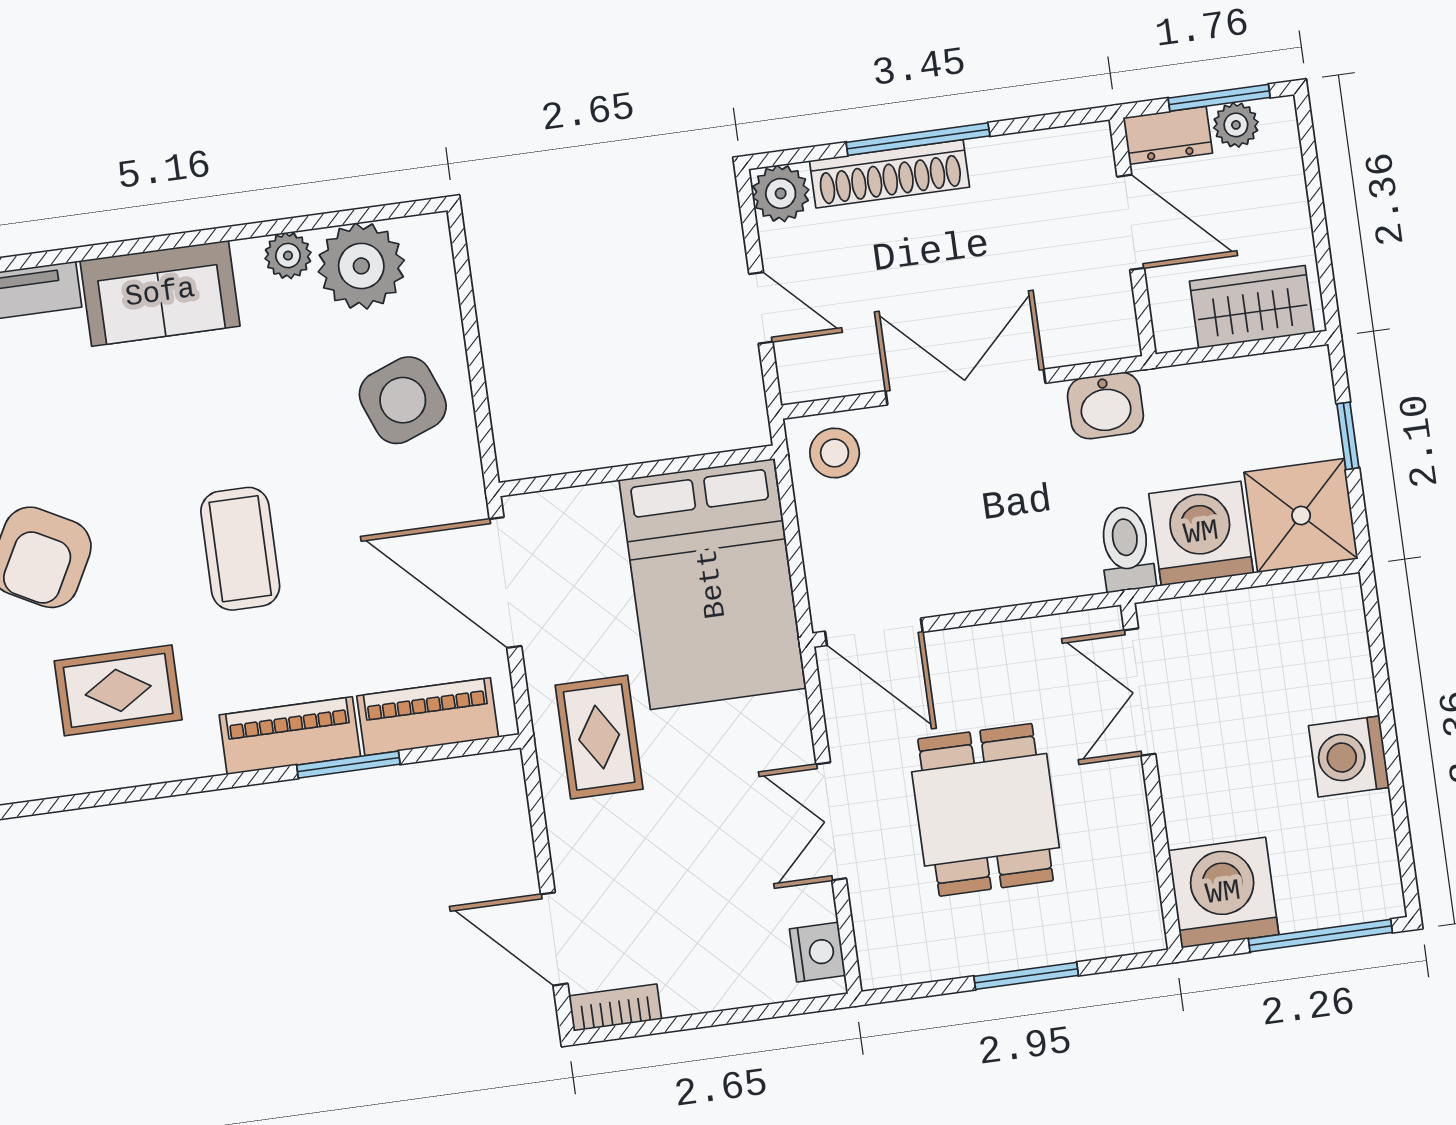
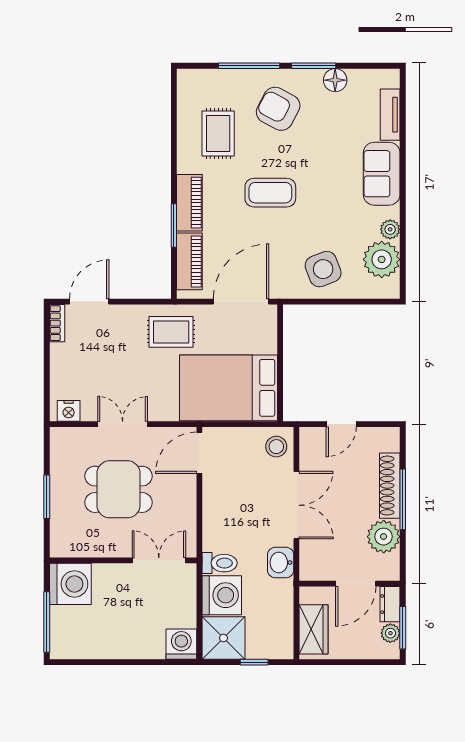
plant: (781, 193) -> (384, 537), moved, width x1.36, depth x1.36
washing machine: (1349, 757) -> (181, 644), moved

